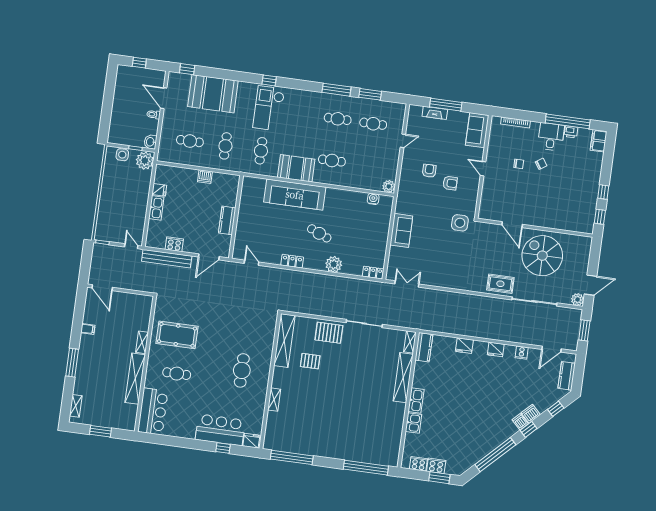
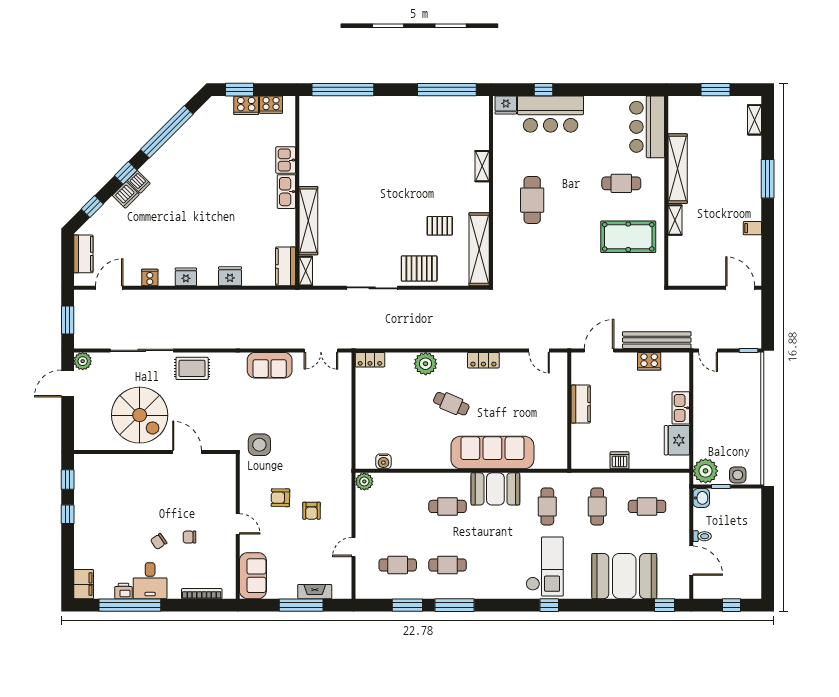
fridge: (159, 190) -> (677, 440), width x1.88, depth x1.34
sofa: (401, 230) -> (270, 365), moved, turned -90

